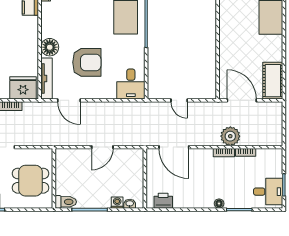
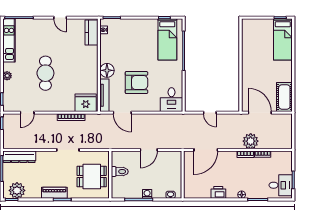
door: (174, 147) -> (206, 150), hinge flipped
printer: (163, 201) -> (218, 192), moved
toilet: (66, 202) -> (120, 172), moved
washing machine: (117, 203) -> (147, 194), moved

